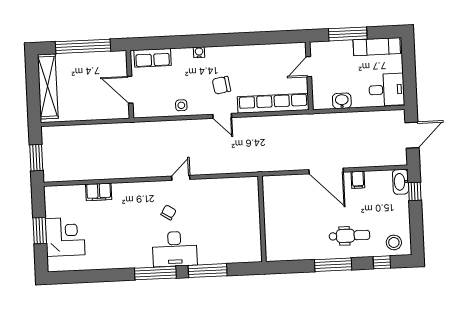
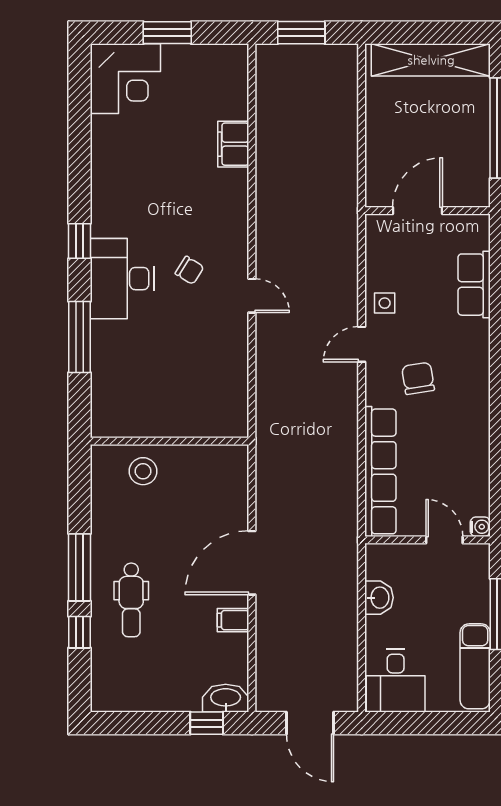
water cooler: (199, 52) -> (480, 527), moved
row of seats: (153, 58) -> (474, 285), moved
door: (222, 116) -> (362, 344), moved
corner desk: (65, 237) -> (125, 79), moved
stool: (394, 242) -> (143, 471), moved
window: (382, 262) -> (80, 632), moved
window: (155, 273) -> (80, 241), width x0.46

